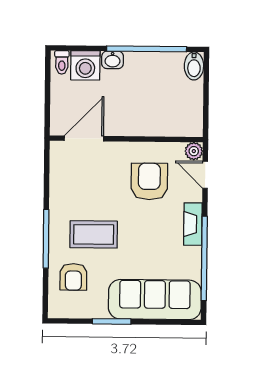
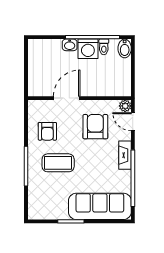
toilet: (62, 62) -> (104, 47), moved
washing machine: (85, 65) -> (88, 49), moved
door: (84, 138) -> (67, 98), moved
armchair: (73, 277) -> (47, 131), moved

